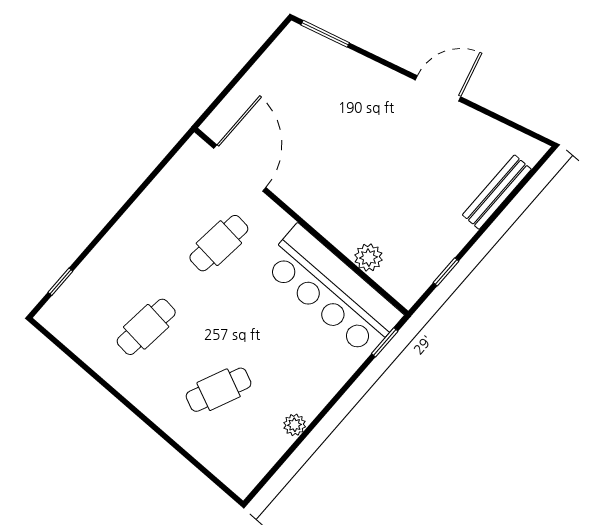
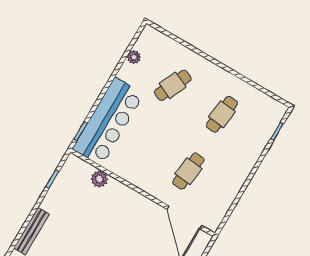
bar counter: (332, 290) -> (108, 122), moved, turned 90
plant: (295, 425) -> (134, 57), moved

